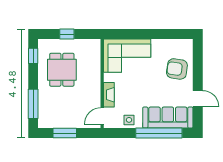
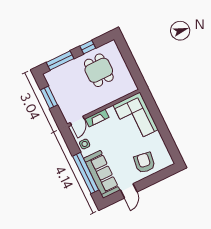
window: (67, 34) -> (129, 60), removed
window: (33, 56) -> (88, 47), moved
dining table: (62, 70) -> (99, 70), turned 90
door: (102, 116) -> (77, 121), swing flipped

